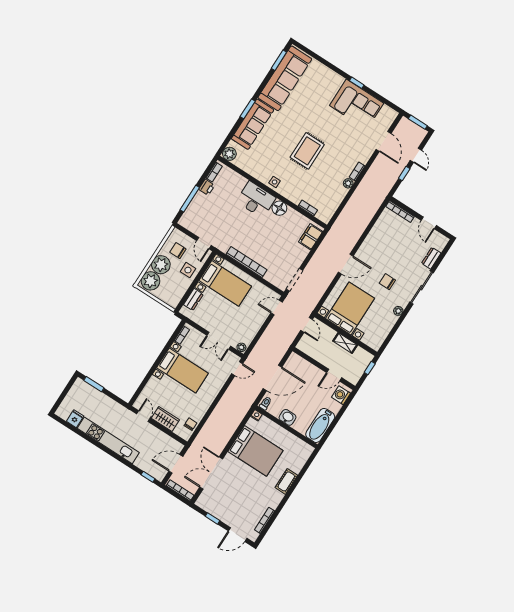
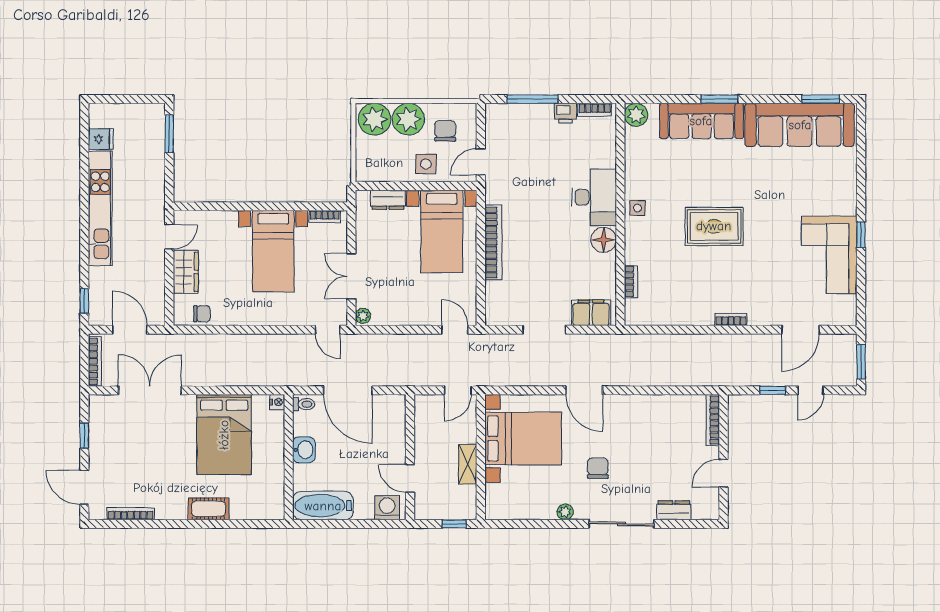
plant: (348, 183) -> (705, 317), removed
doorway: (294, 280) -> (544, 330), moved

